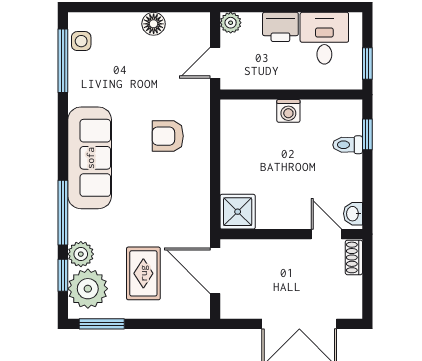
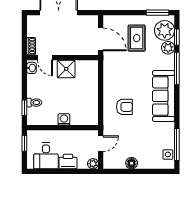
shower: (238, 212) -> (66, 69), moved

